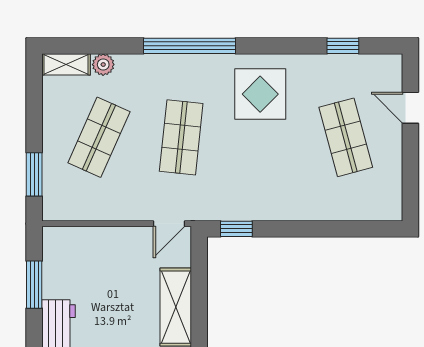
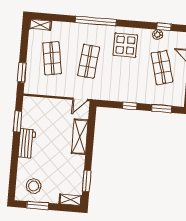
plant: (103, 65) -> (158, 35), moved
shop shelf: (99, 137) -> (52, 58), turned -33
window: (236, 229) -> (130, 106), moved
window: (353, 229) -> (162, 109), added

